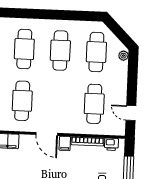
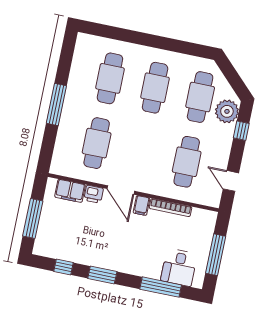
plant: (123, 56) -> (227, 111), width x1.87, depth x1.87
window: (133, 73) -> (241, 131), added
printer: (111, 144) -> (94, 194), moved

